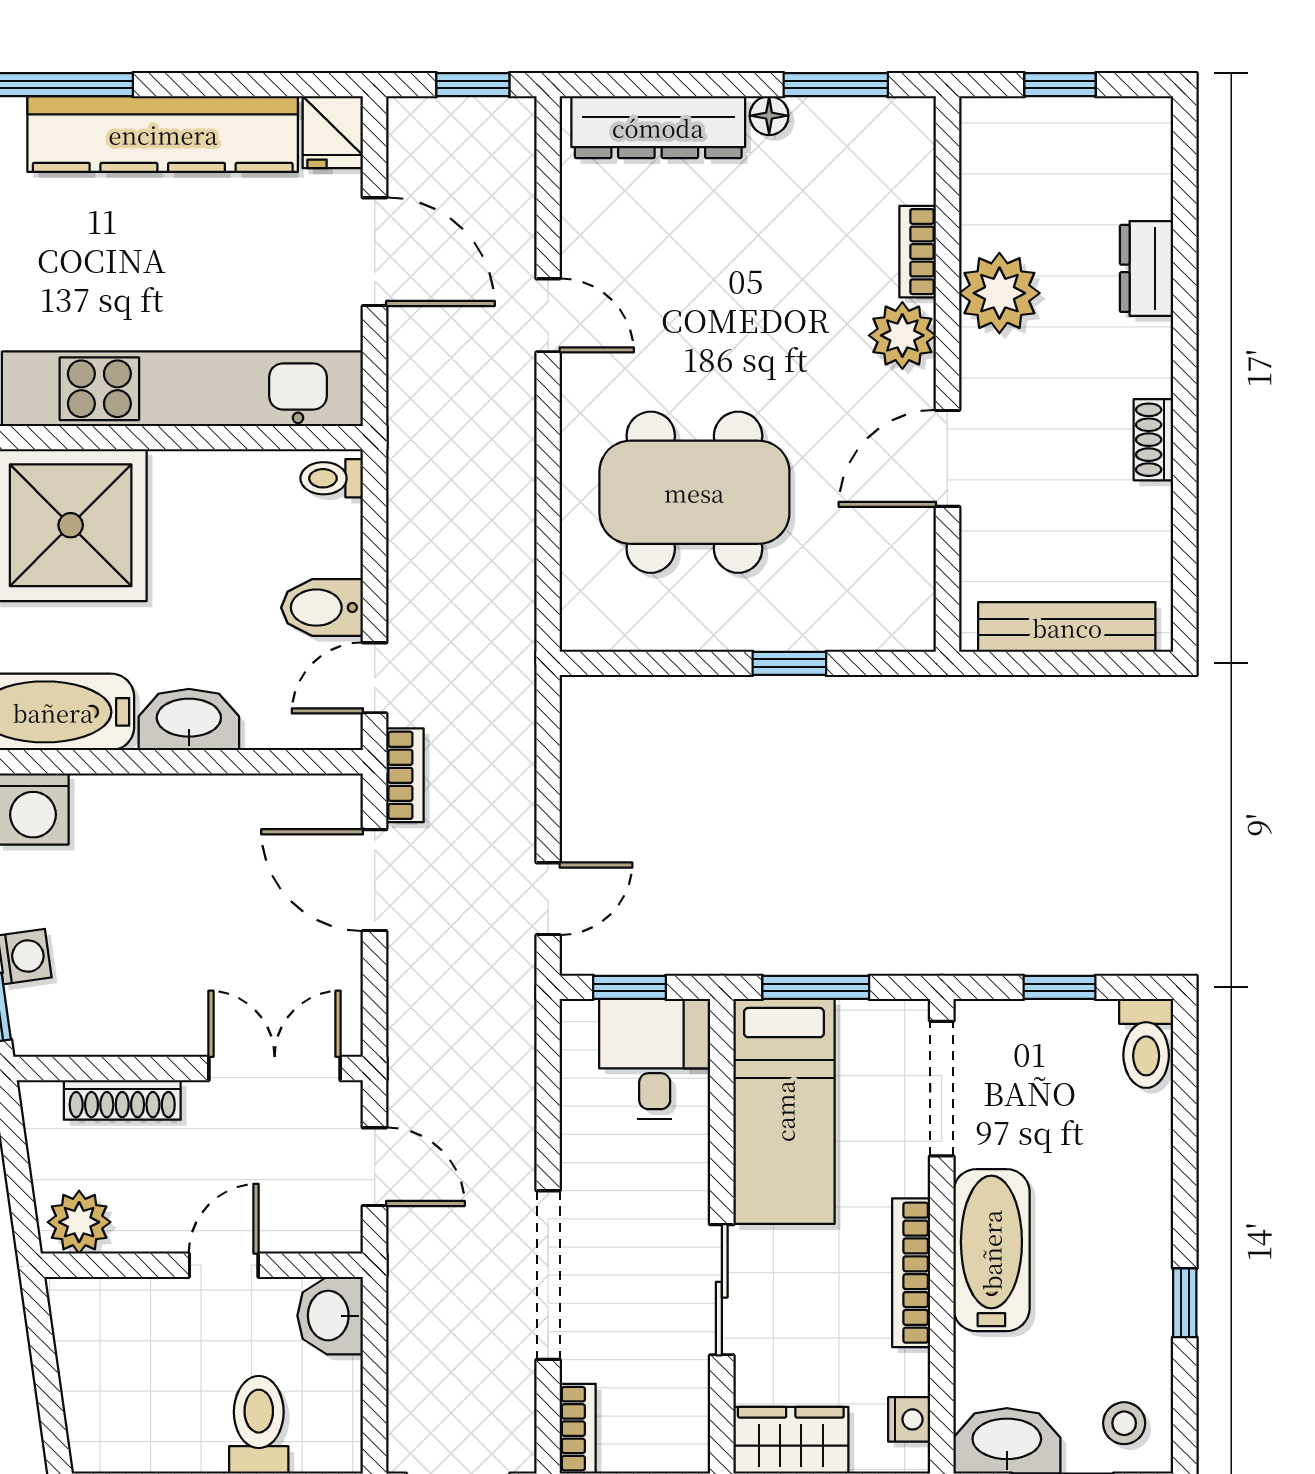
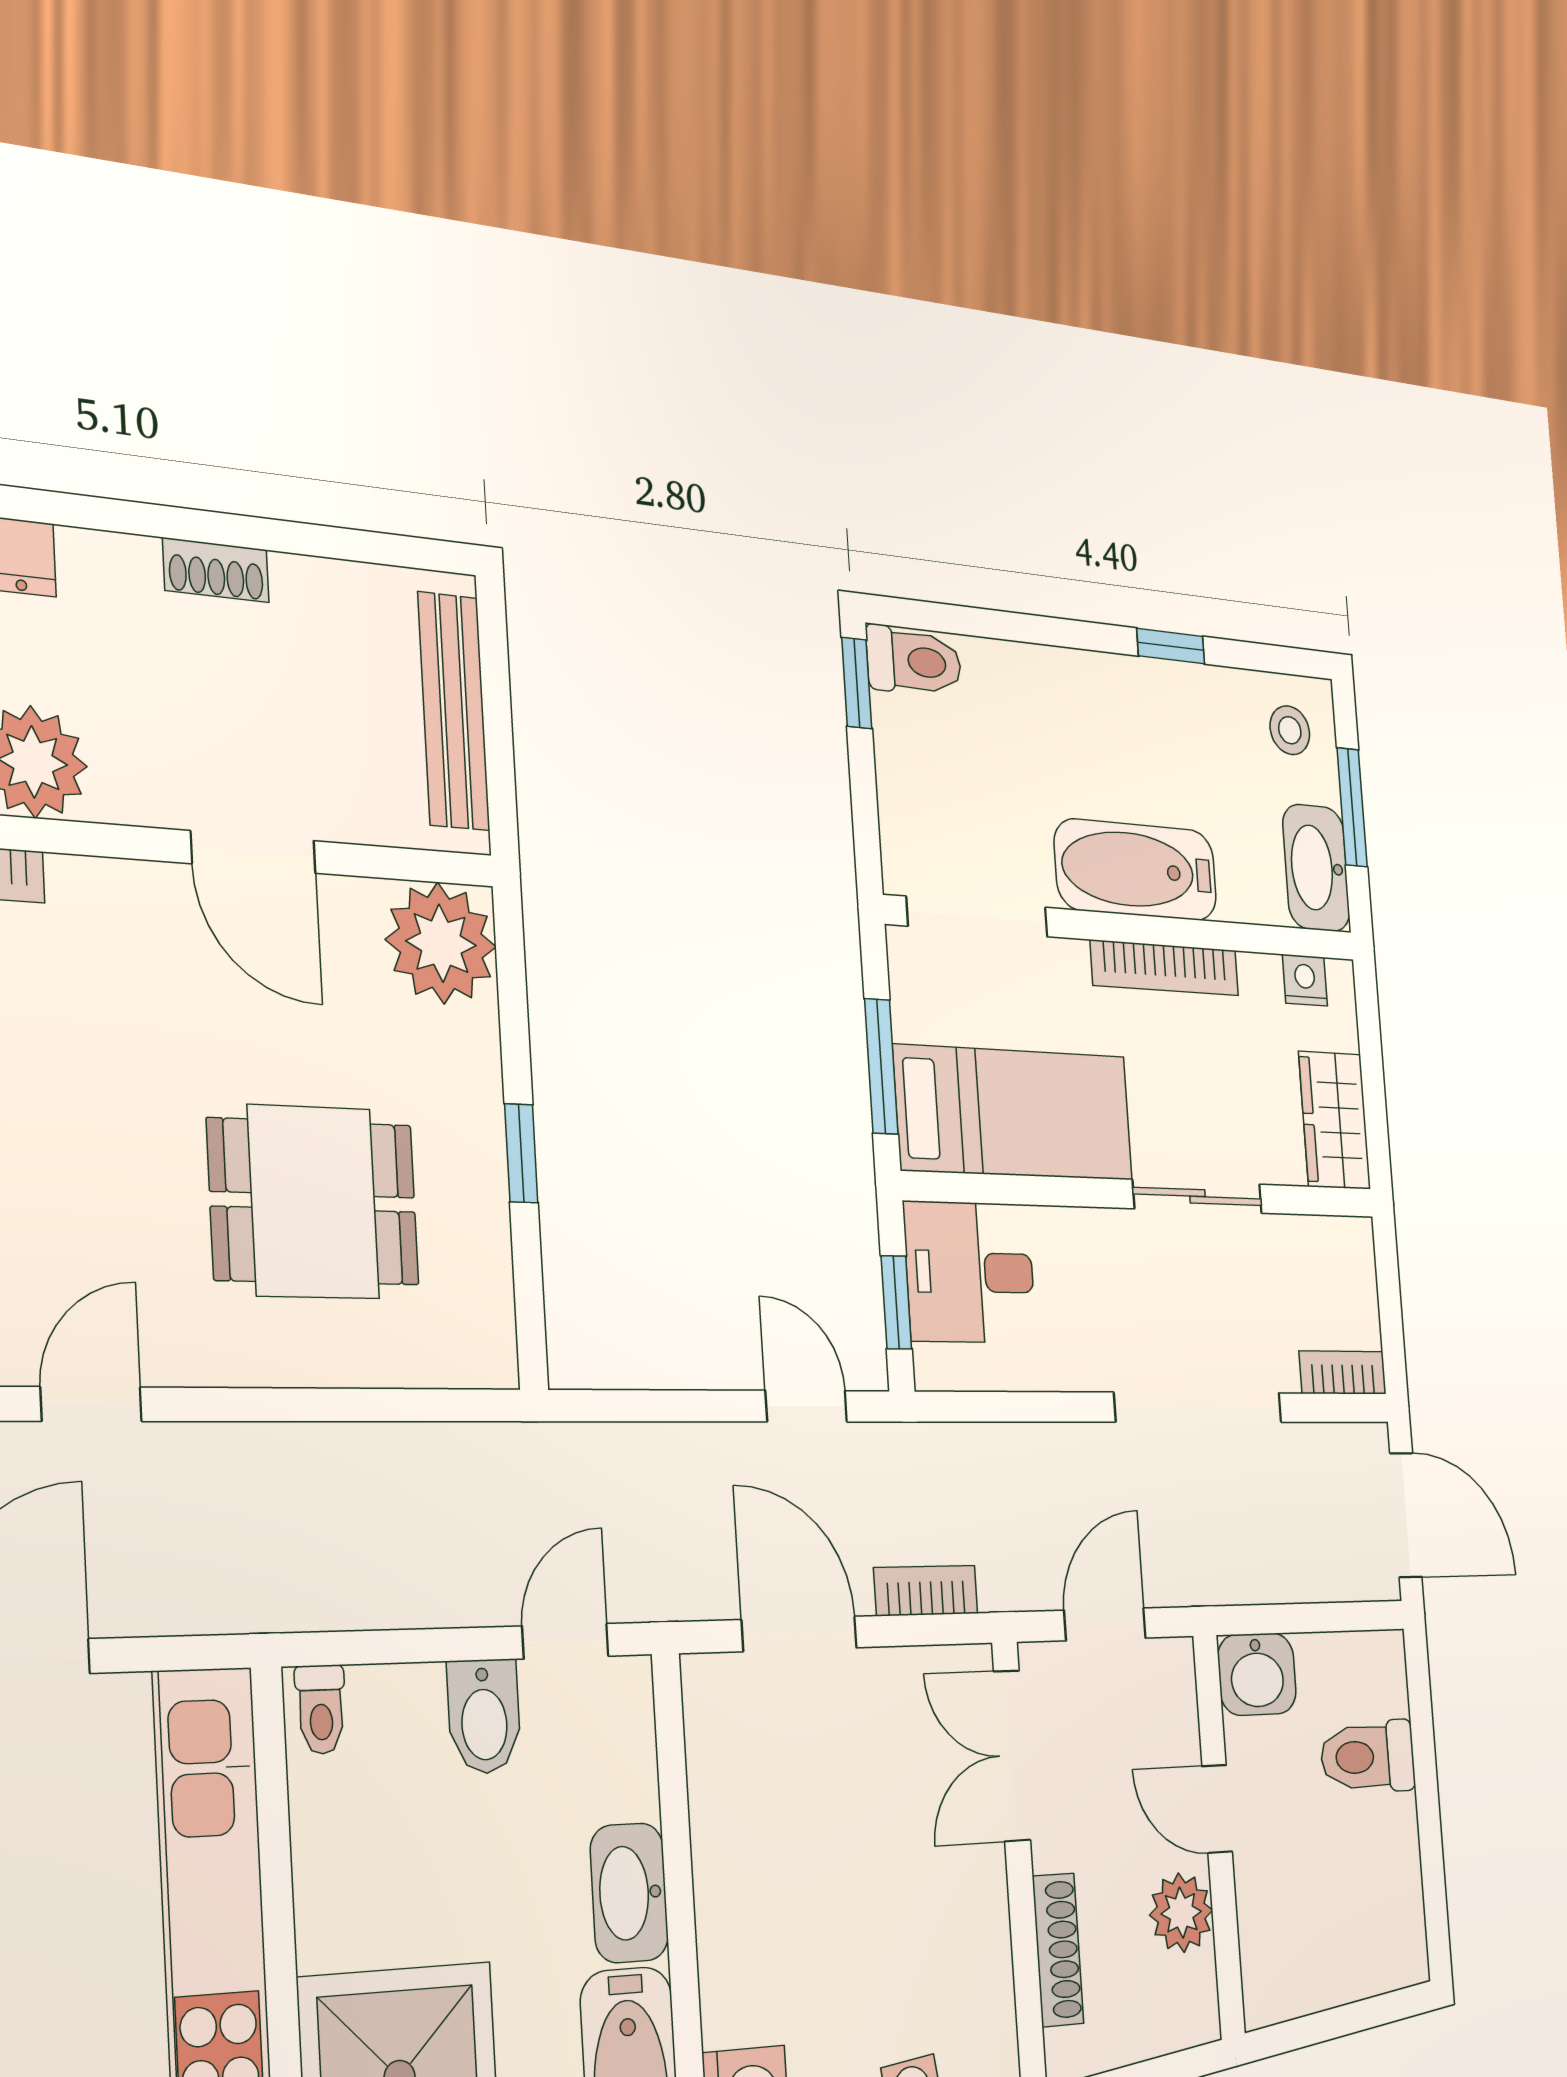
plant: (902, 335) -> (441, 943), moved, width x1.36, depth x1.36
dining table: (694, 492) -> (313, 1202), width x0.73
window: (789, 663) -> (521, 1153), moved
door: (375, 678) -> (565, 1641), swing flipped
bookcase: (405, 775) -> (926, 1591), moved
door: (375, 880) -> (799, 1634), swing flipped
window: (1060, 987) -> (857, 683), moved
plant: (79, 1222) -> (1181, 1913), moved

